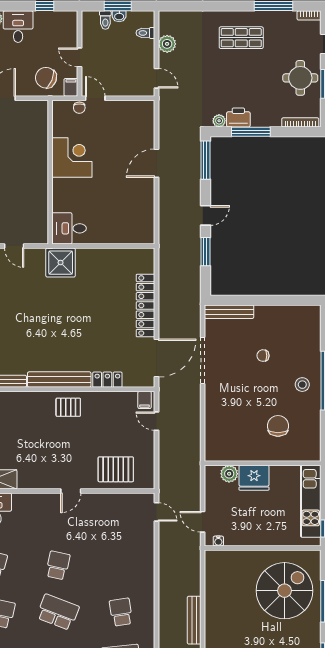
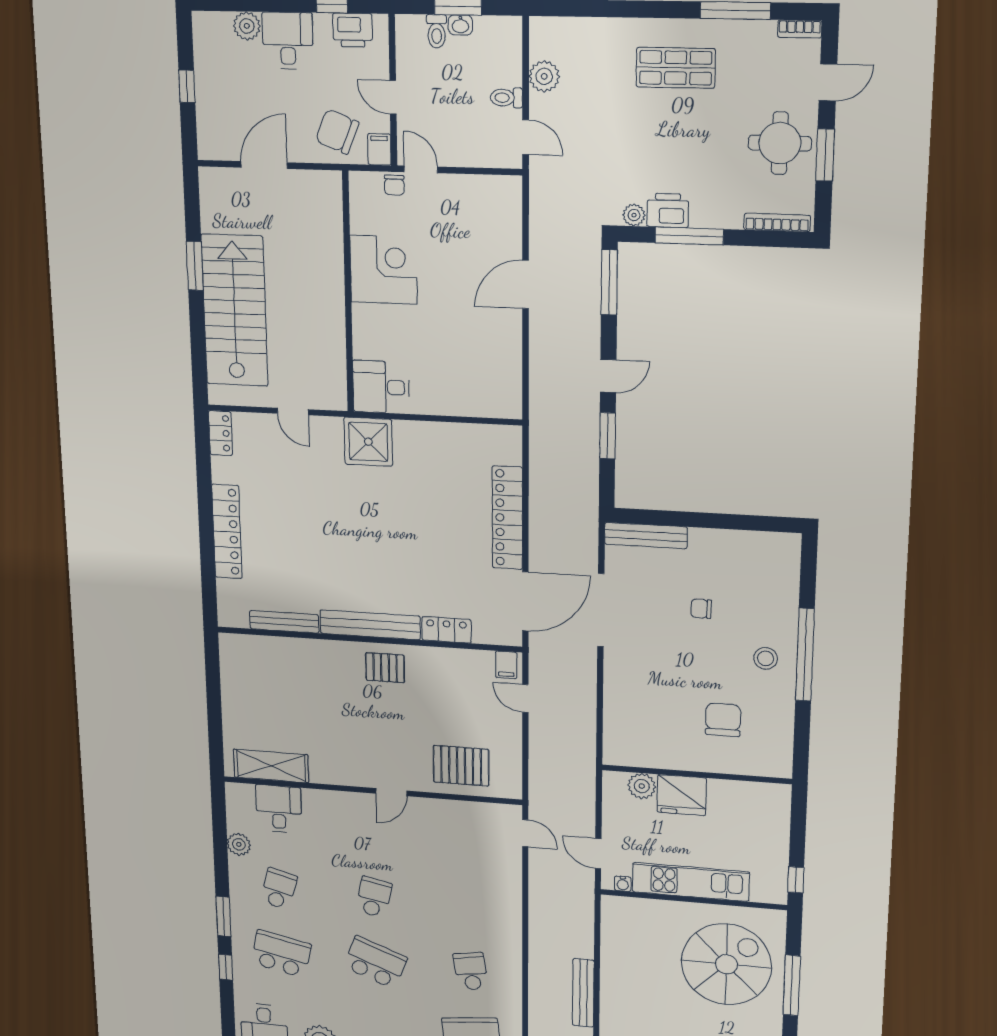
printer: (56, 20) -> (353, 30), added
toilet: (145, 33) -> (506, 98), moved
kitchen unit: (311, 501) -> (691, 882), moved, turned 90

